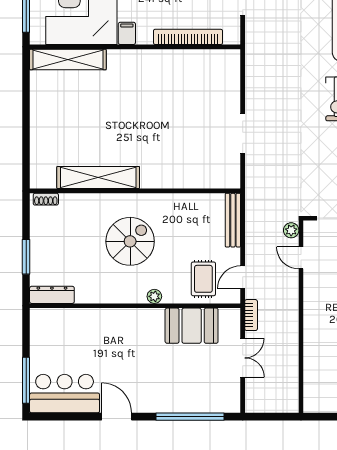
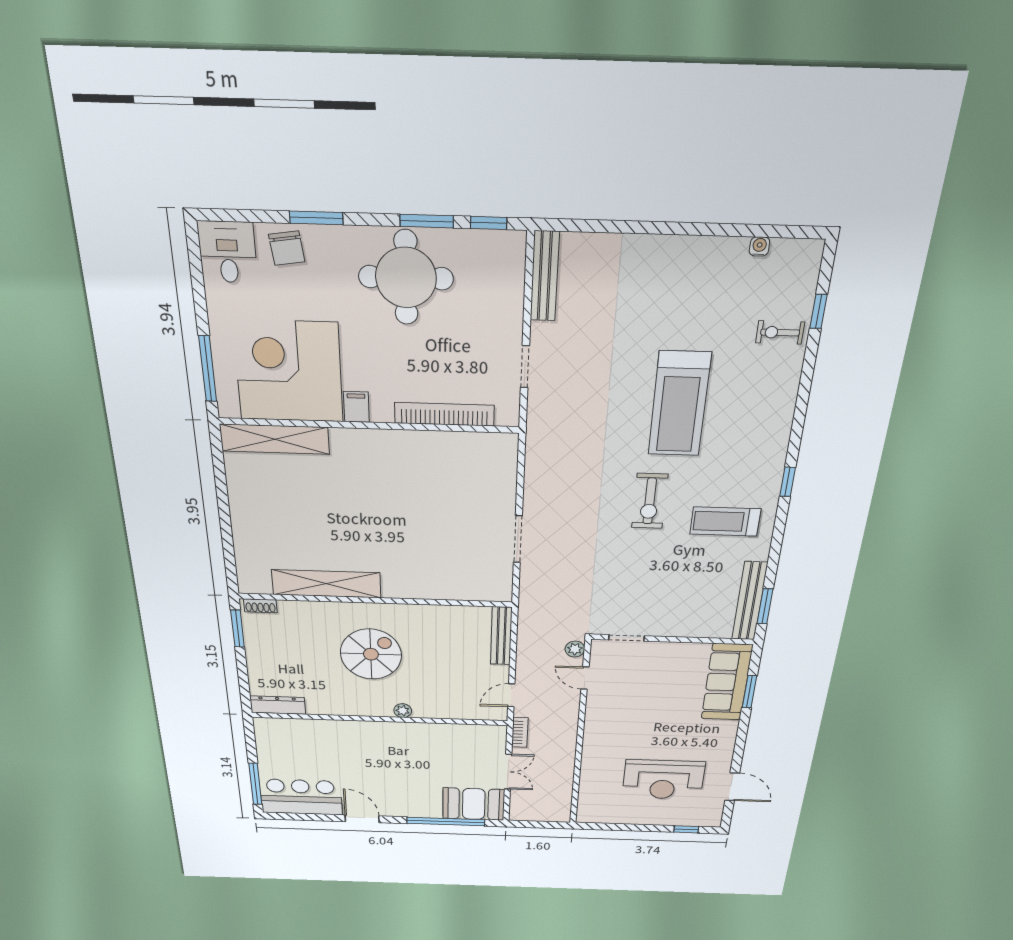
window: (26, 257) -> (238, 629), moved
rug: (203, 279) -> (463, 695), removed
booth: (192, 326) -> (474, 804), moved

